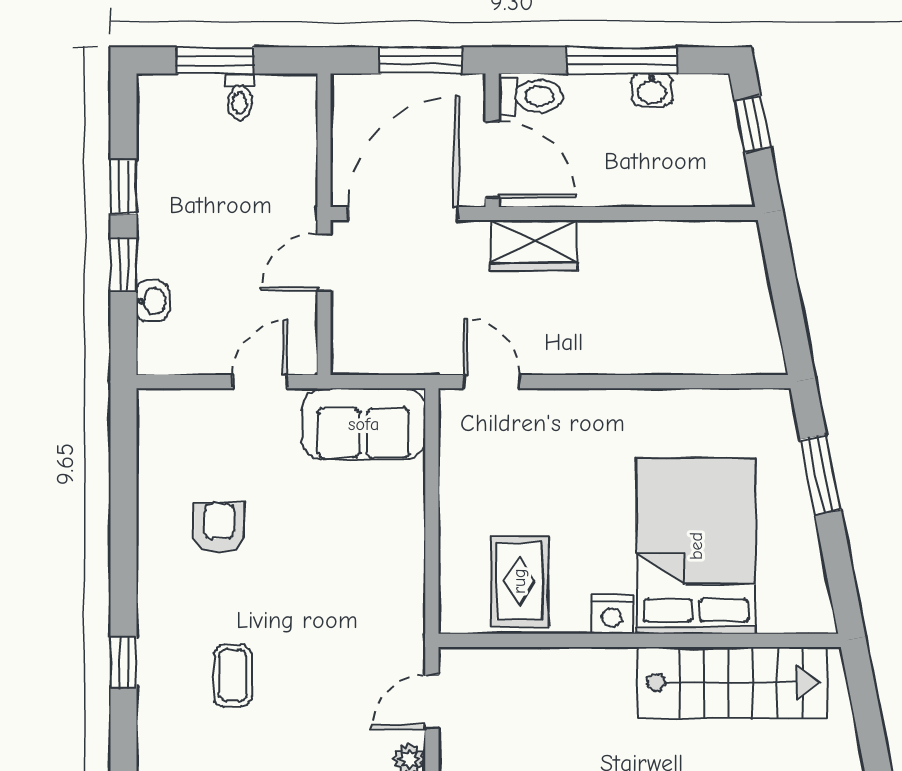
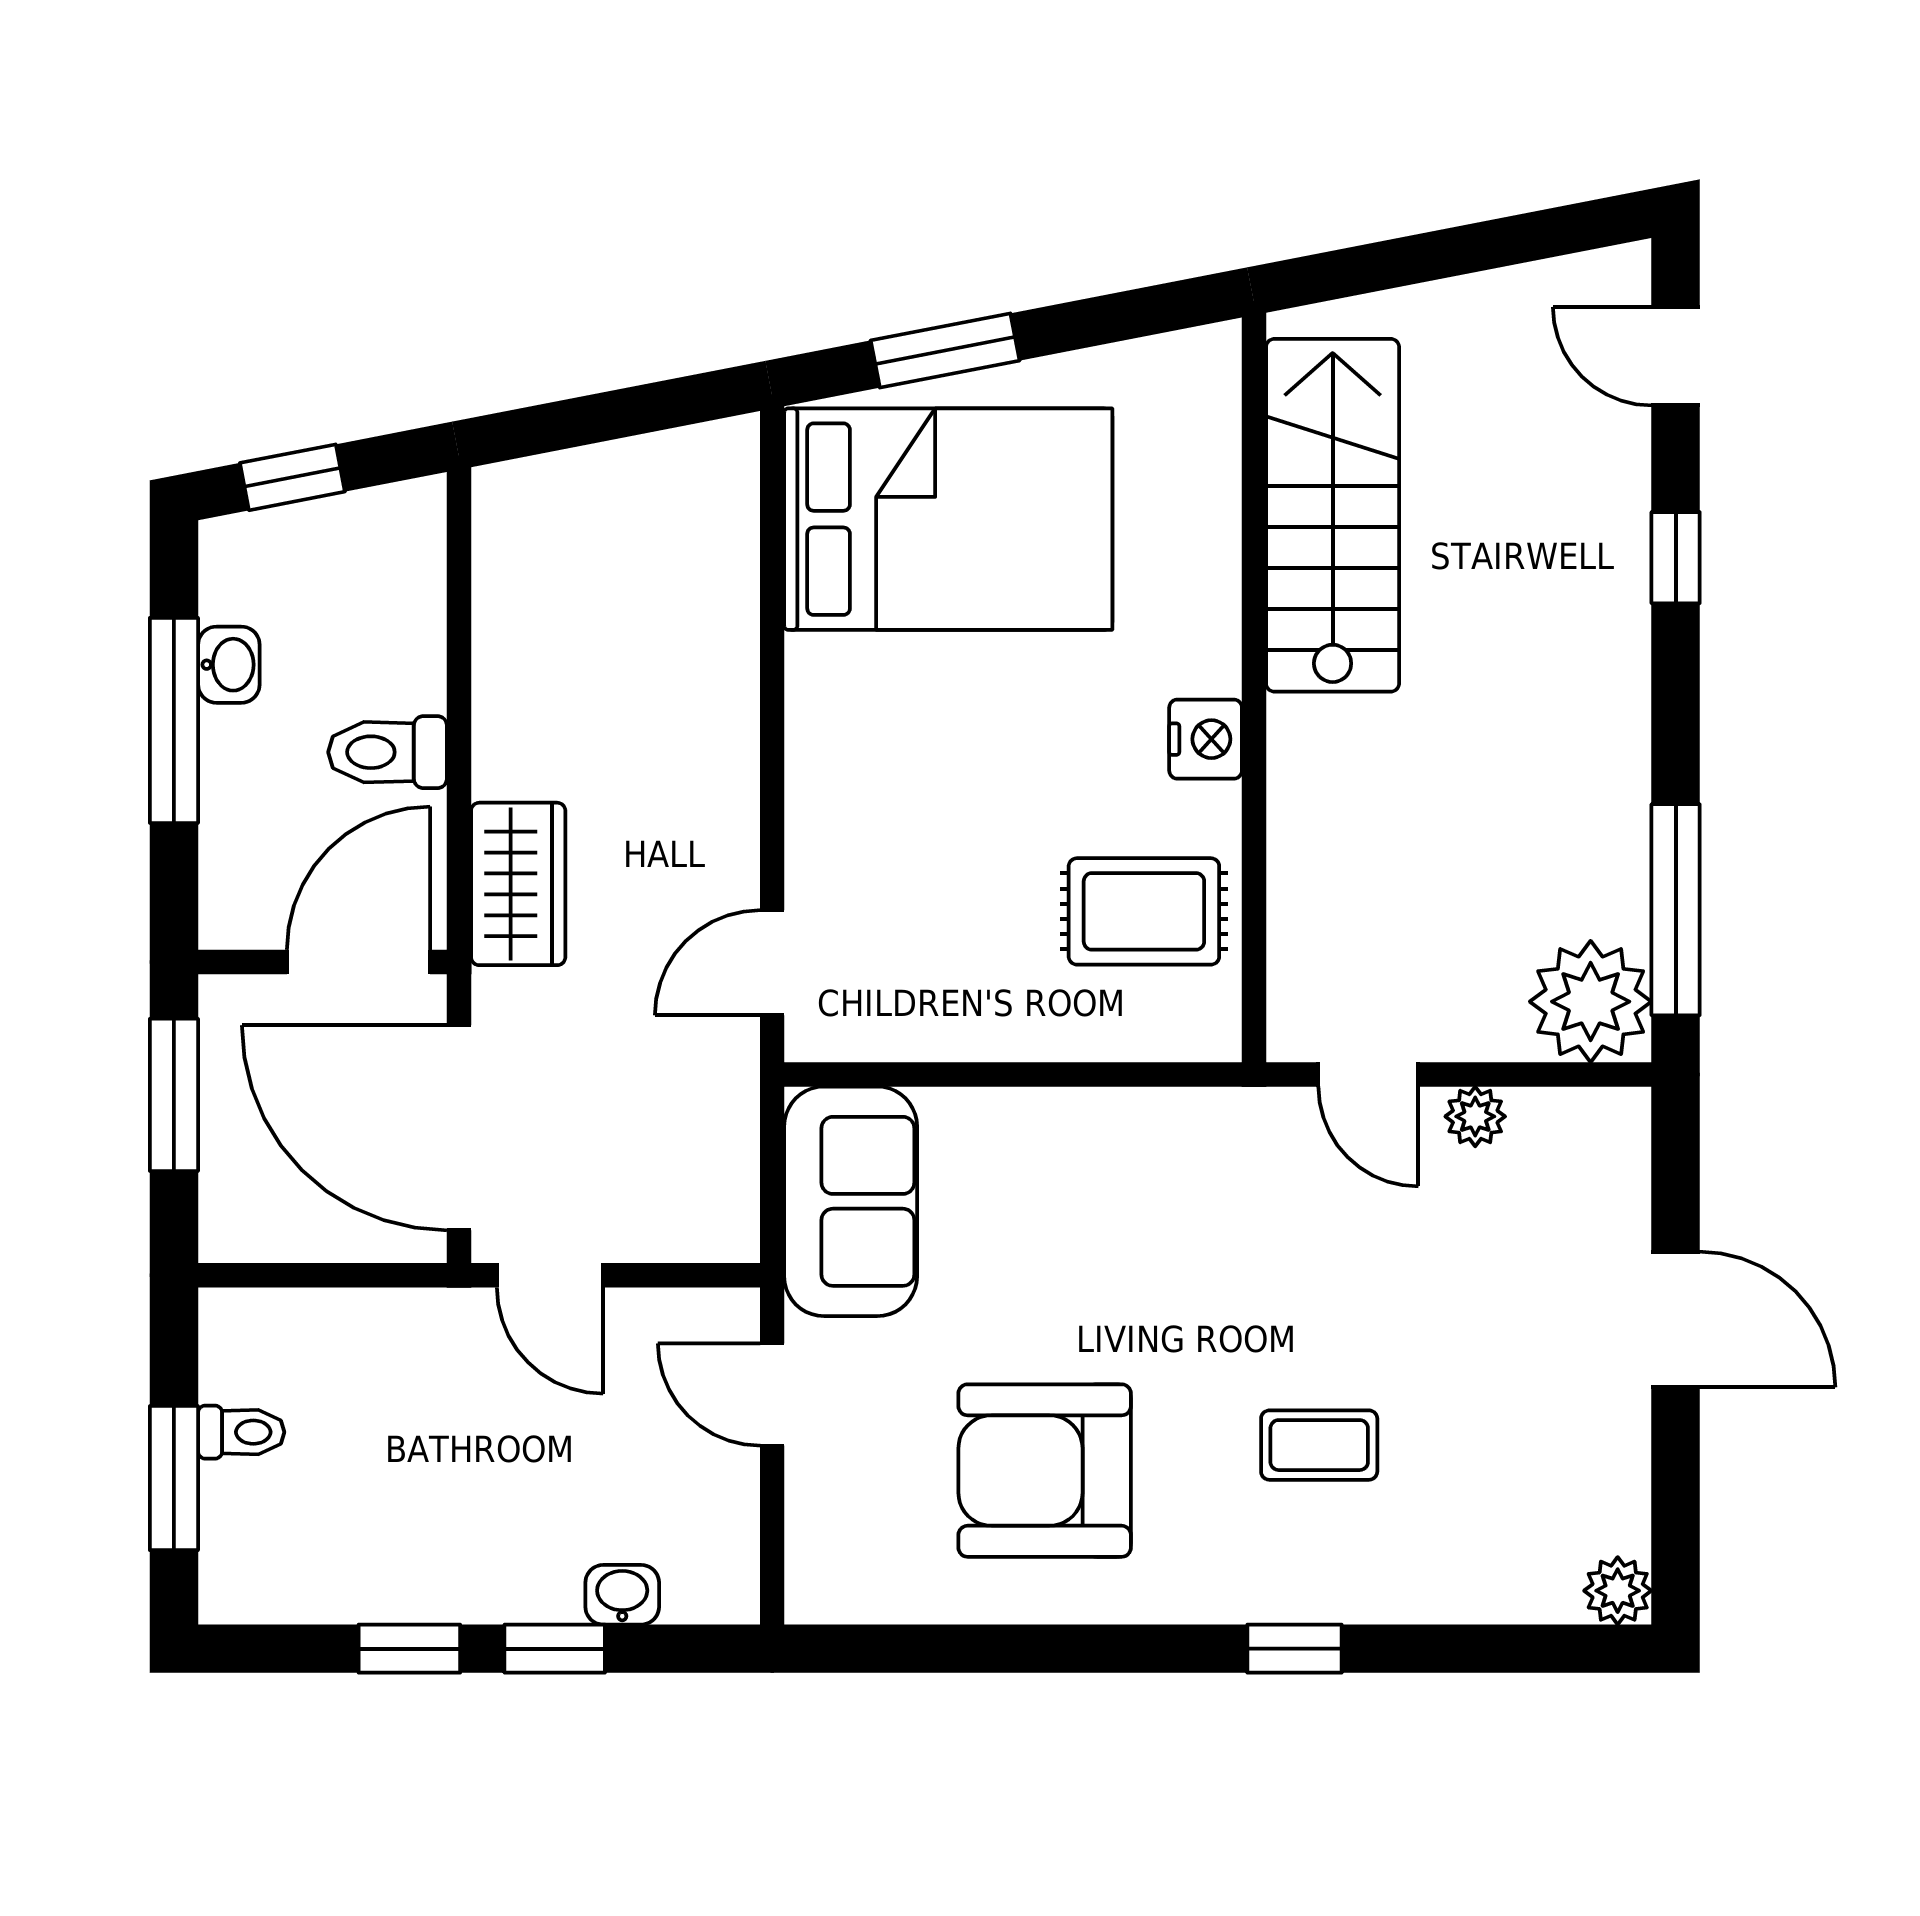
toilet: (531, 96) -> (388, 752), moved, turned -90
armchair: (219, 528) -> (1045, 1471), width x1.88, depth x1.88
bed: (696, 546) -> (948, 519), moved, turned 180

